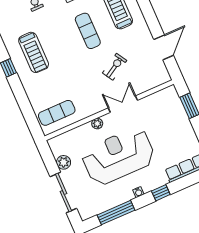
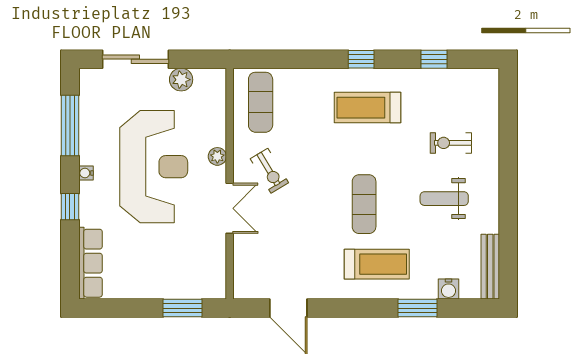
exercise mat: (88, 31) -> (364, 204), turned 90
exercise bike: (115, 67) -> (269, 171), moved

